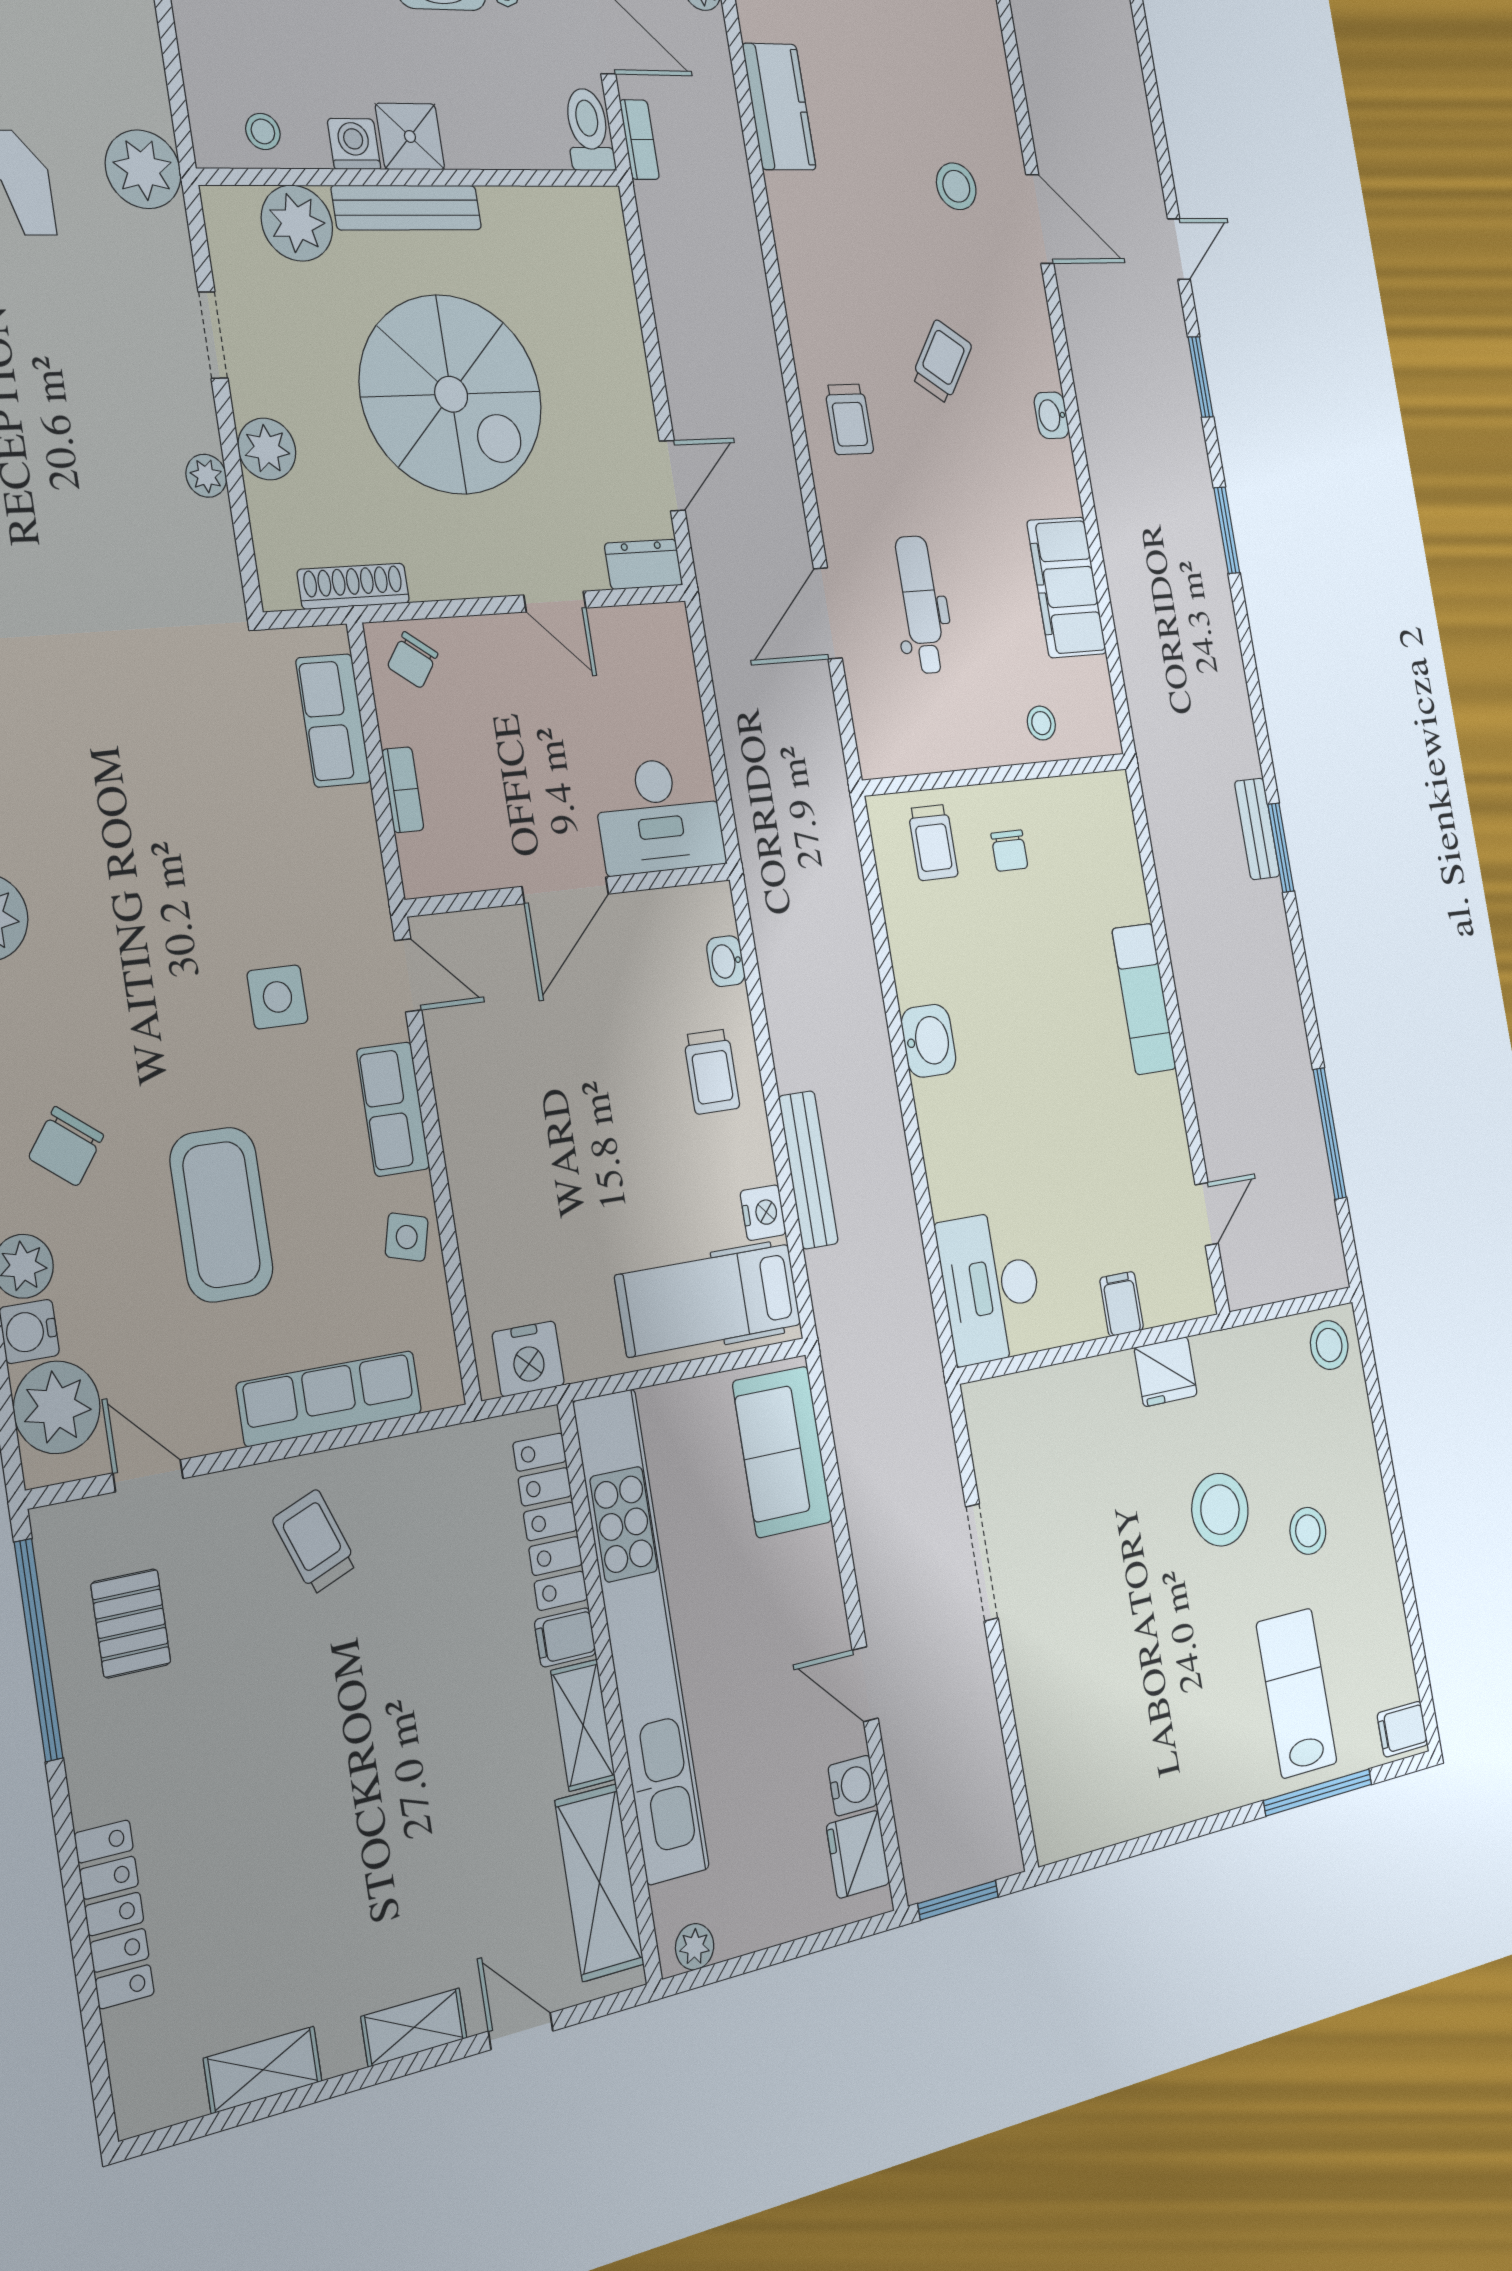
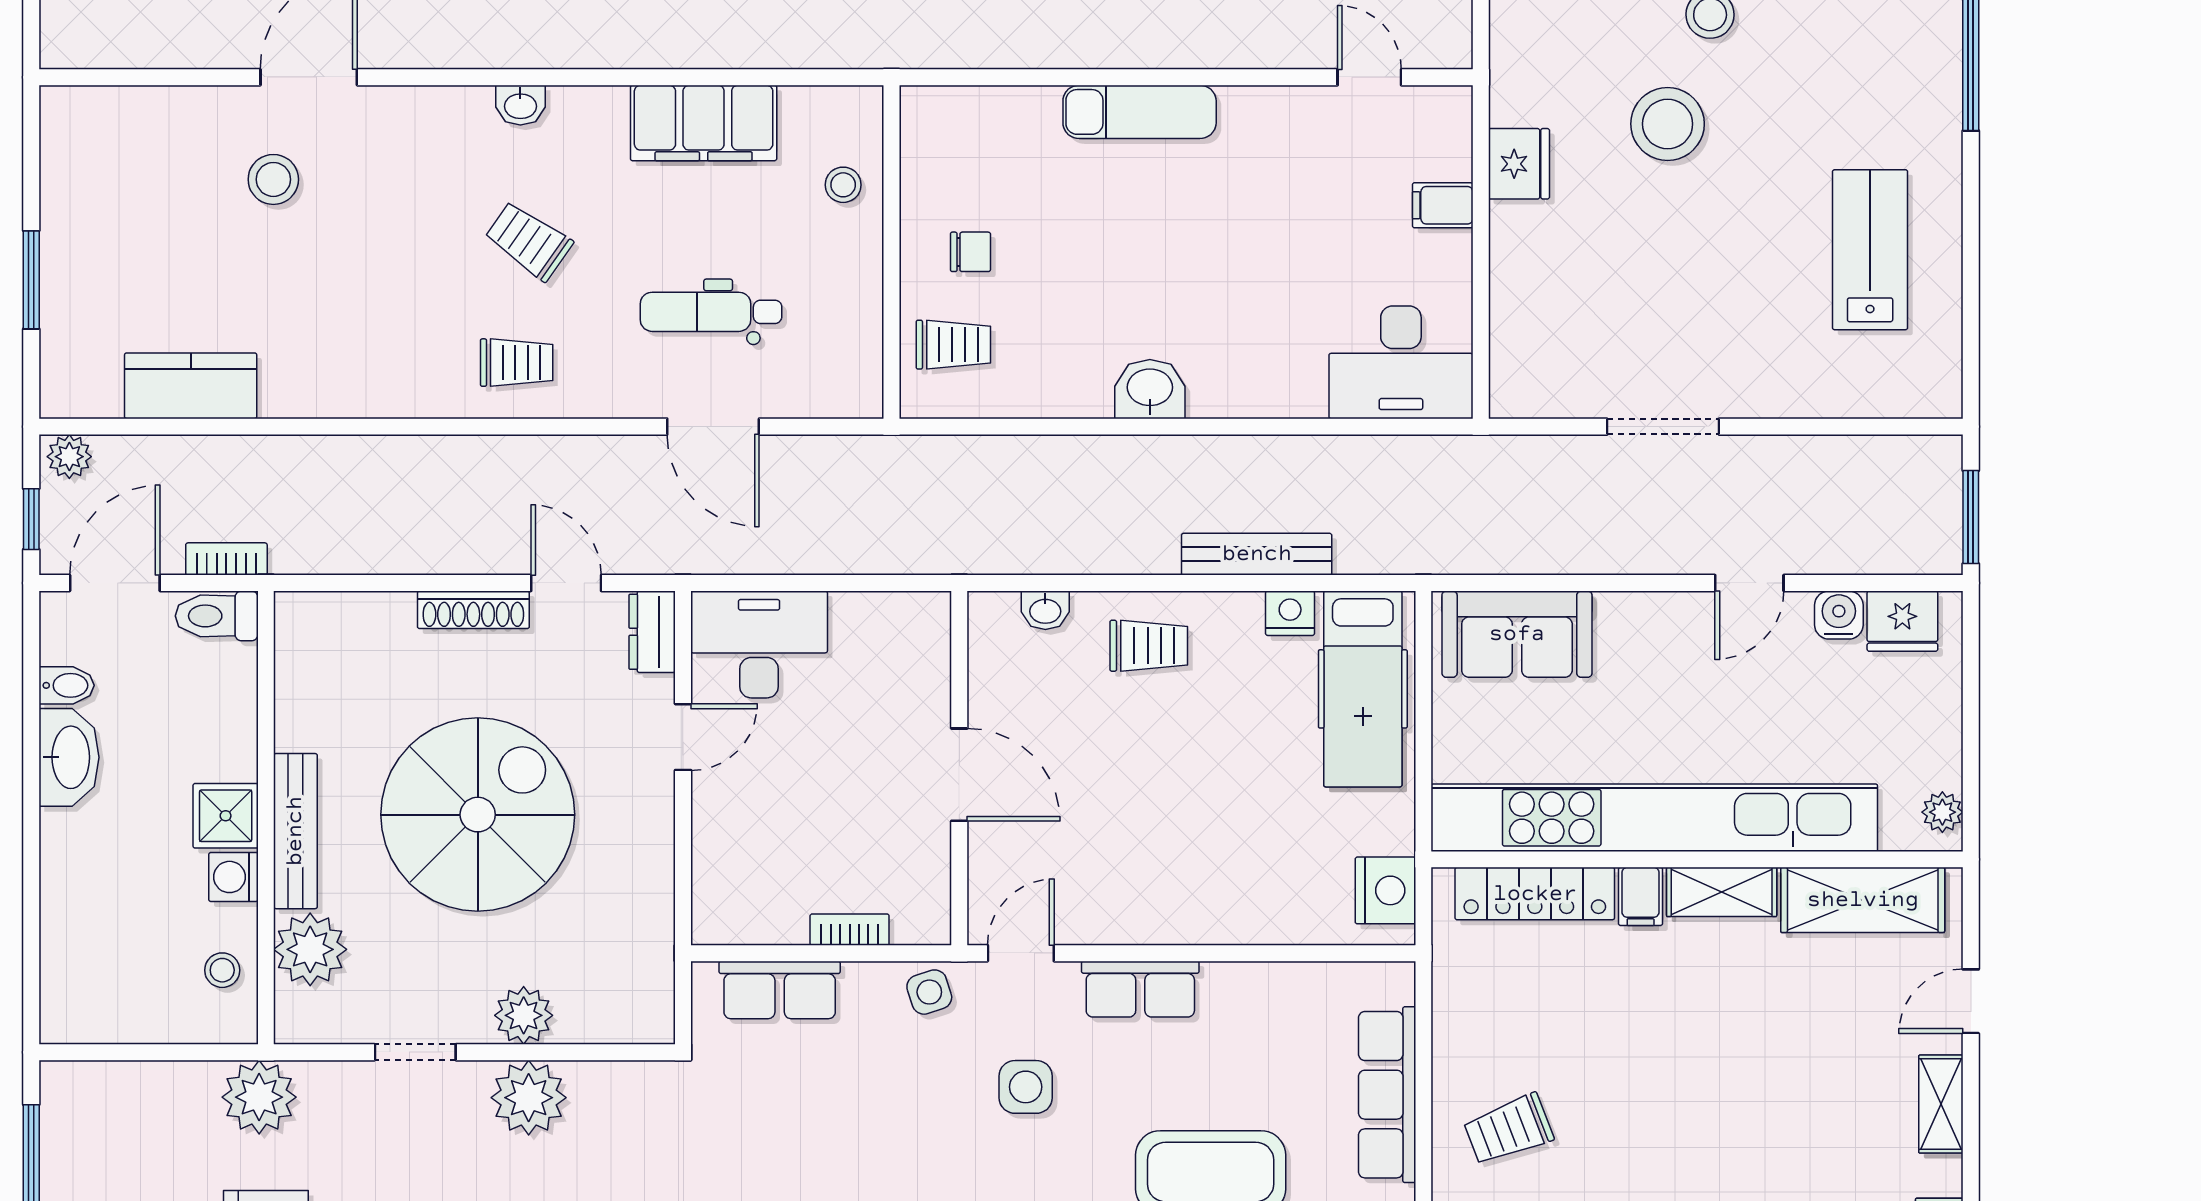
trolley: (942, 362) -> (529, 241), moved
plant: (206, 476) -> (529, 1098), width x1.87, depth x1.87
shoe rack: (353, 586) -> (473, 610), moved, turned -90
chair: (413, 660) -> (729, 899), removed
desk: (659, 816) -> (759, 644), moved, turned -90
side table: (407, 1237) -> (929, 992), moved, turned -33
lab bench: (1297, 1693) -> (1870, 250), moved, turned 90

